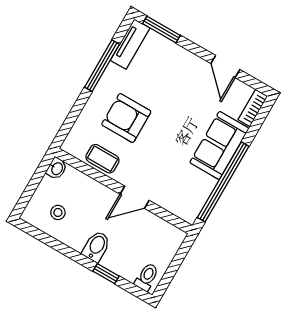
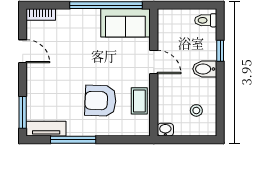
door: (225, 67) -> (23, 51), hinge flipped
armchair: (126, 118) -> (100, 101), turned 92
sofa: (219, 145) -> (125, 23), moved

